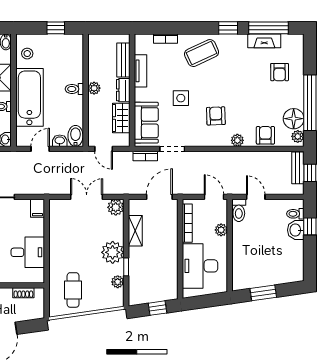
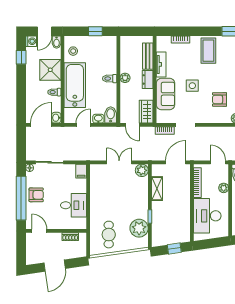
coffee table: (202, 53) -> (208, 51), turned -65
armchair: (216, 116) -> (220, 99), turned -88
wardrobe: (121, 118) -> (146, 112), moved
sofa: (146, 123) -> (165, 94), moved
plant: (113, 252) -> (139, 205), removed
plant: (118, 282) -> (139, 228), width x1.87, depth x1.87

